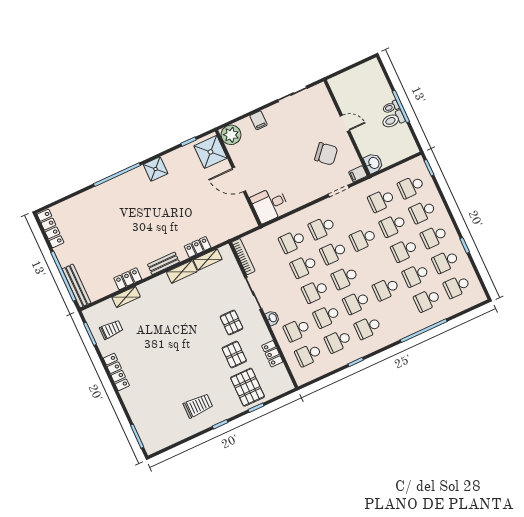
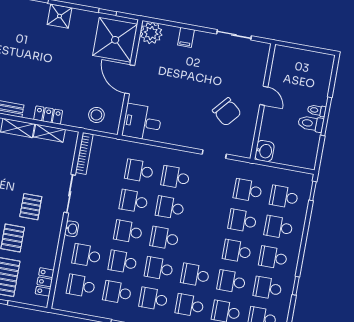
shower: (210, 152) -> (115, 40), width x1.37, depth x1.37
filing cabinet: (358, 174) -> (243, 151), removed
stool: (233, 222) -> (96, 115), added
school desk: (363, 239) -> (190, 305), moved
locker: (272, 354) -> (45, 282), moved

